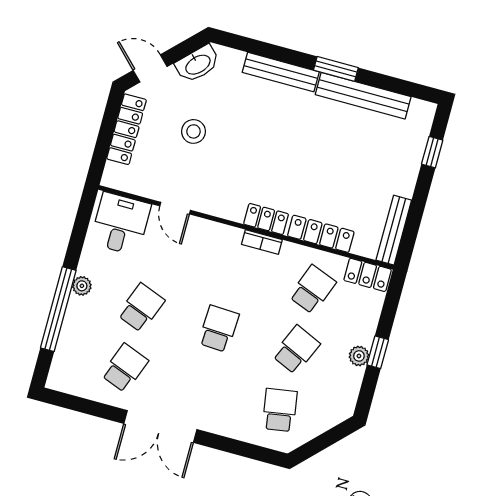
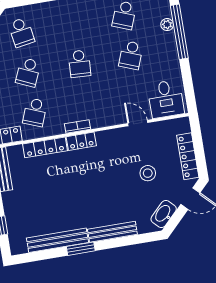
plant: (82, 286) -> (167, 25), moved

